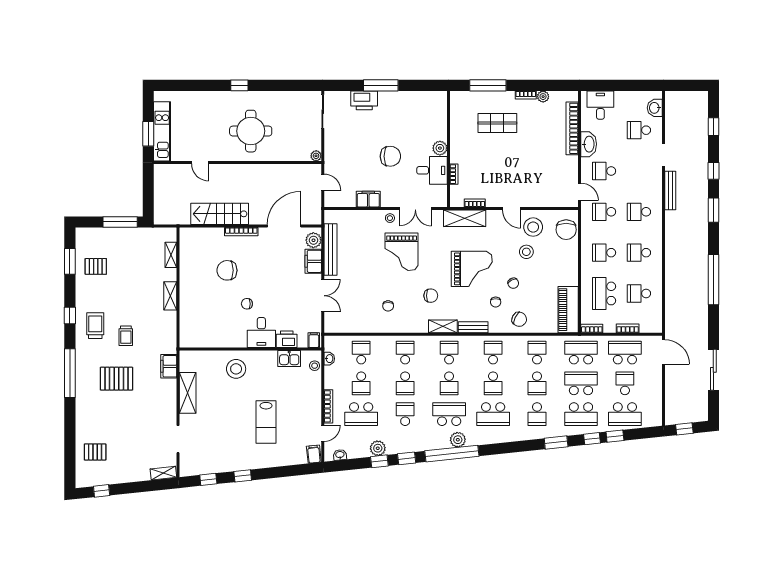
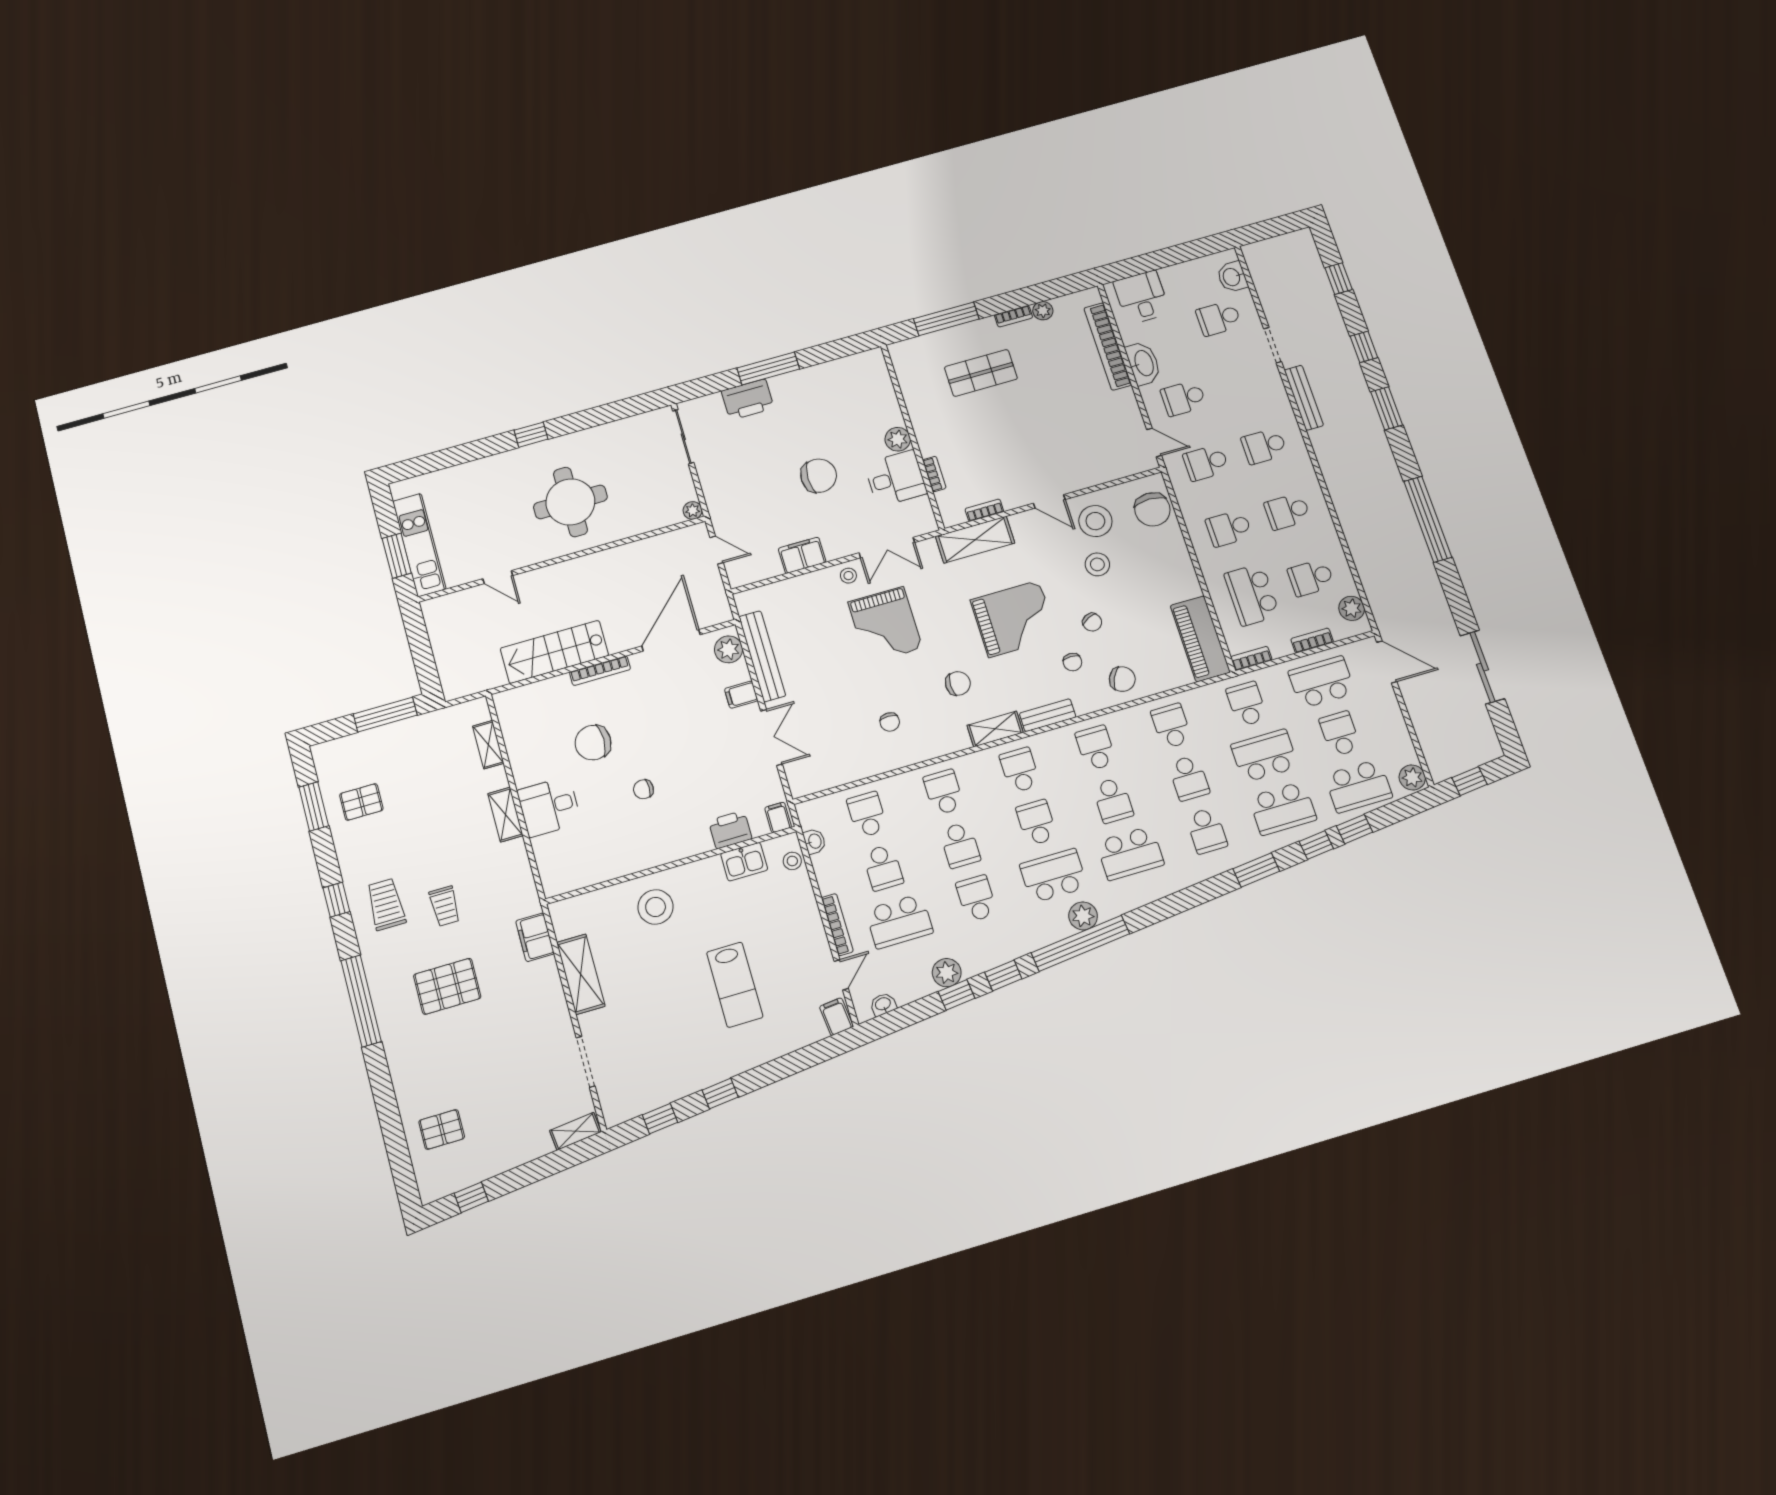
filing cabinet: (313, 261) -> (741, 695), width x0.50
plant: (655, 317) -> (1352, 608), added
desk: (261, 333) -> (549, 807), moved, turned 90
school desk: (581, 353) -> (1247, 704), width x0.54
school desk: (449, 383) -> (1037, 823), turned 180
plant: (655, 418) -> (1412, 777), added

